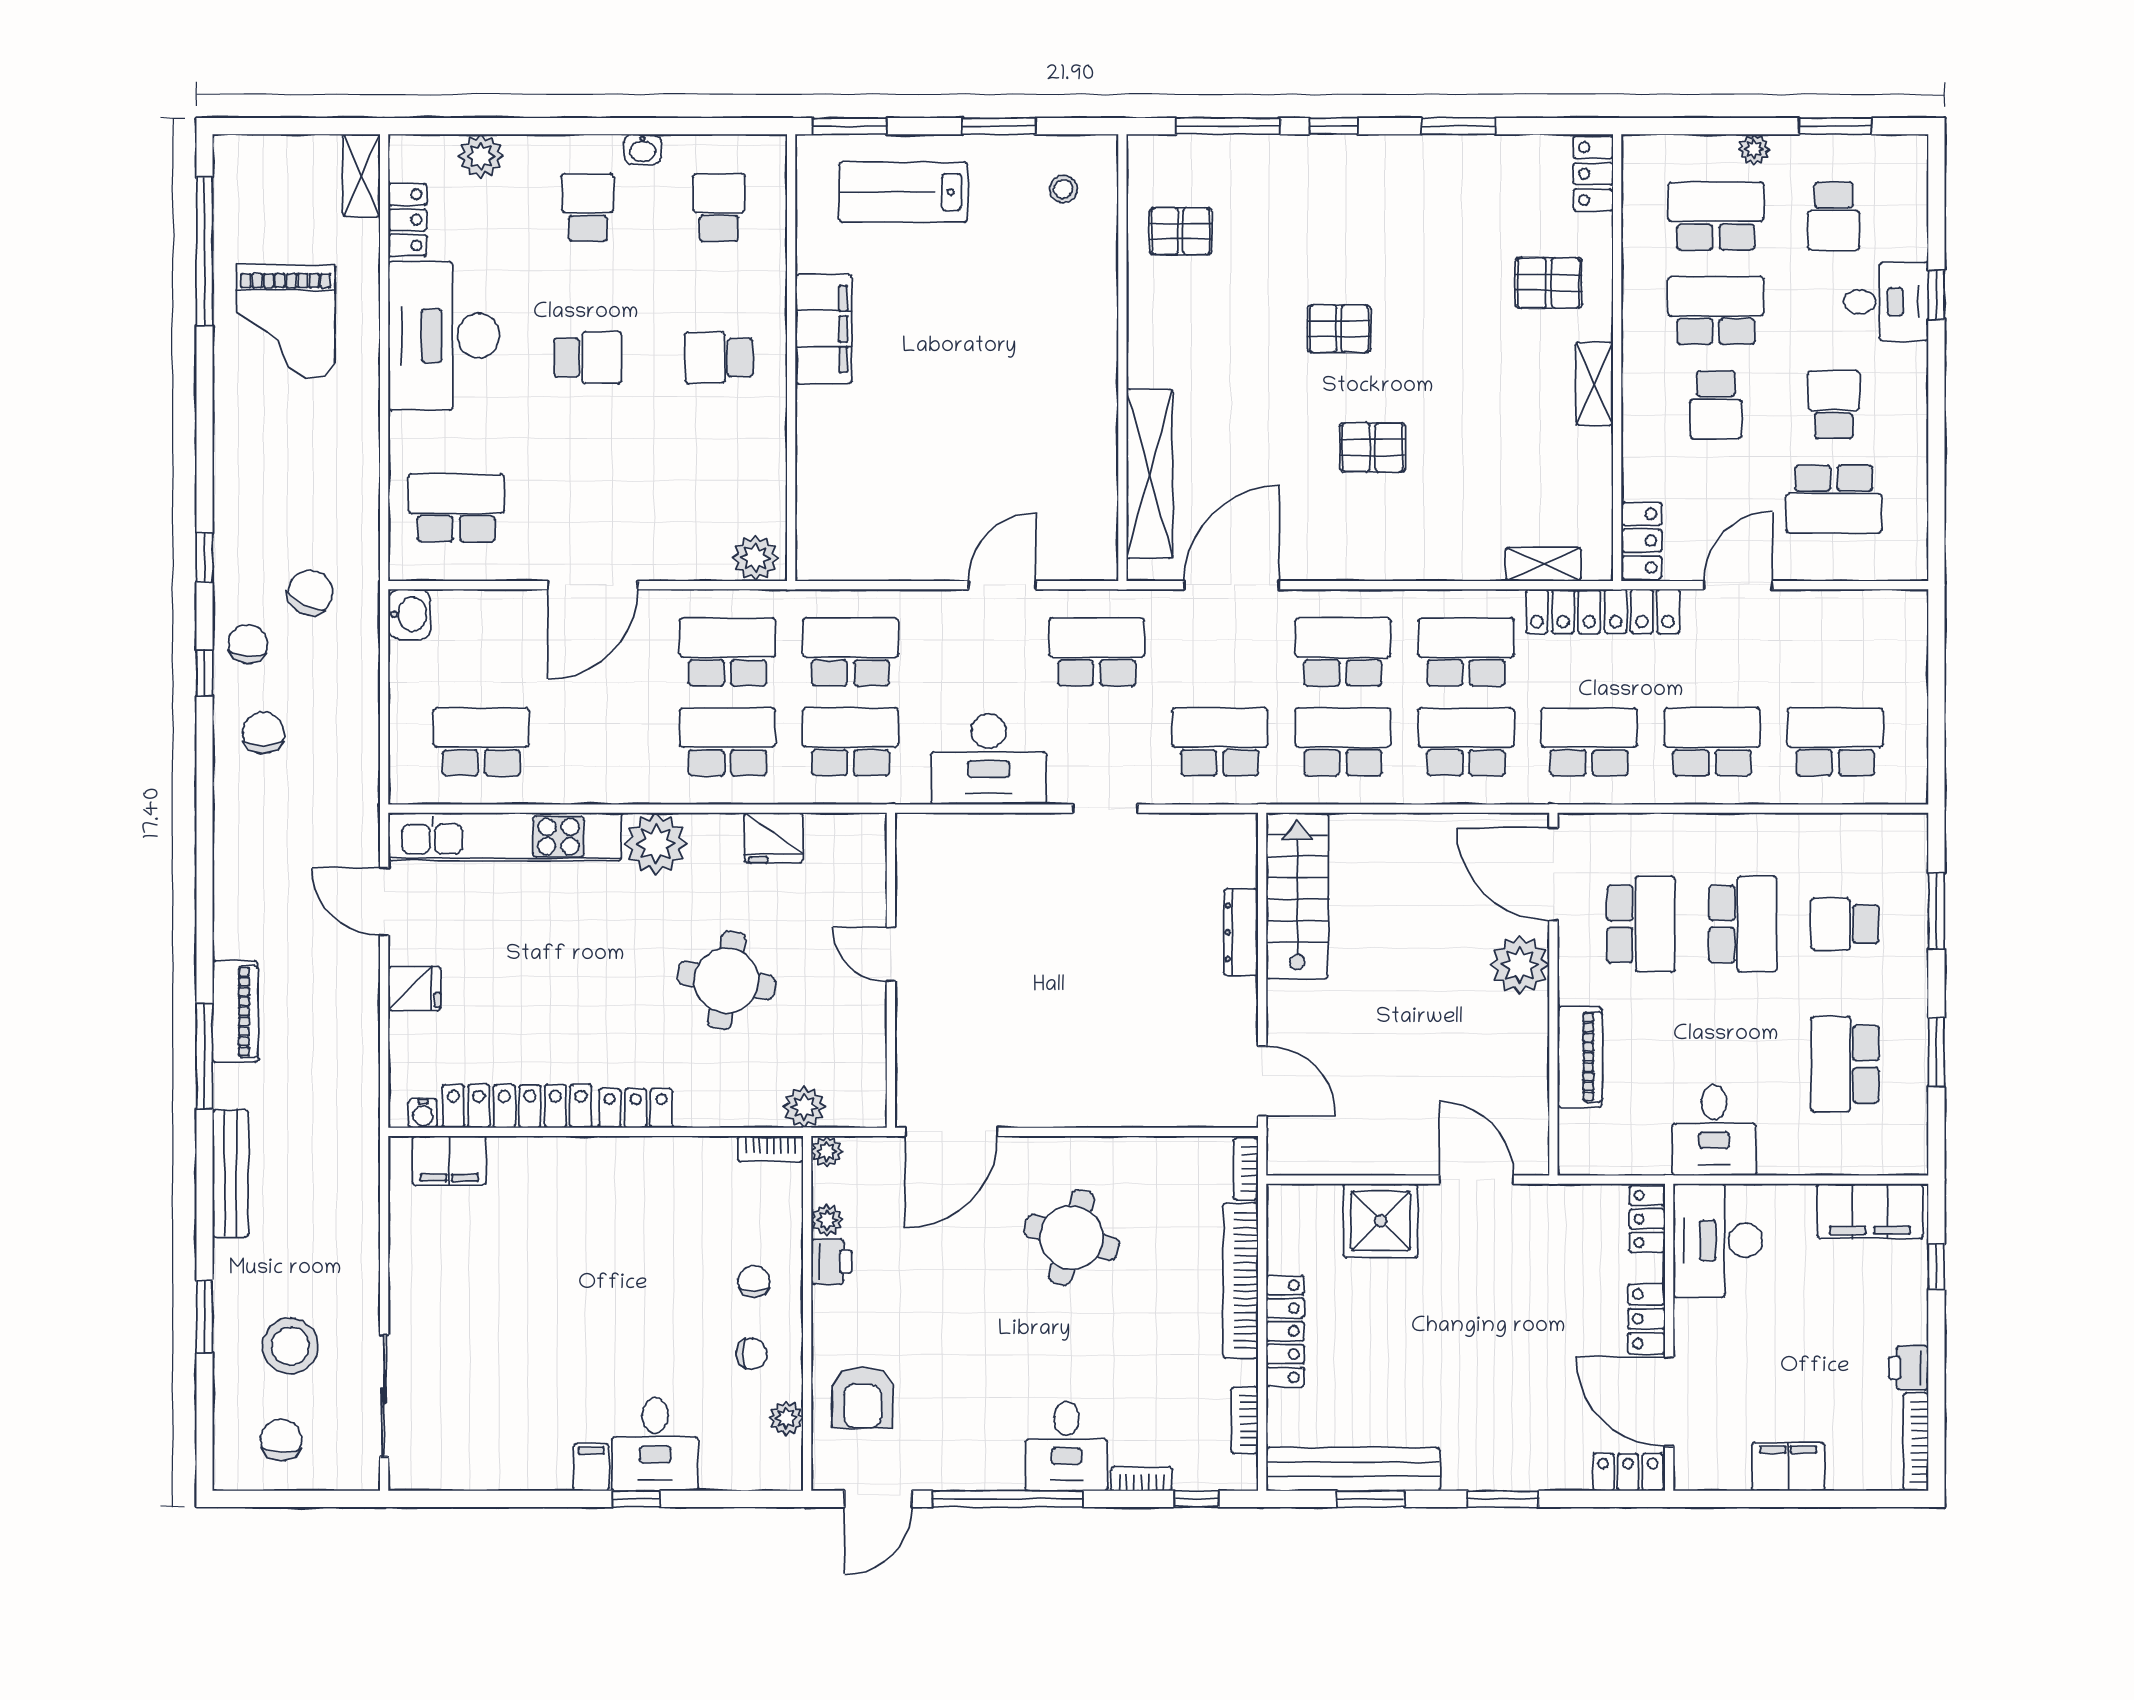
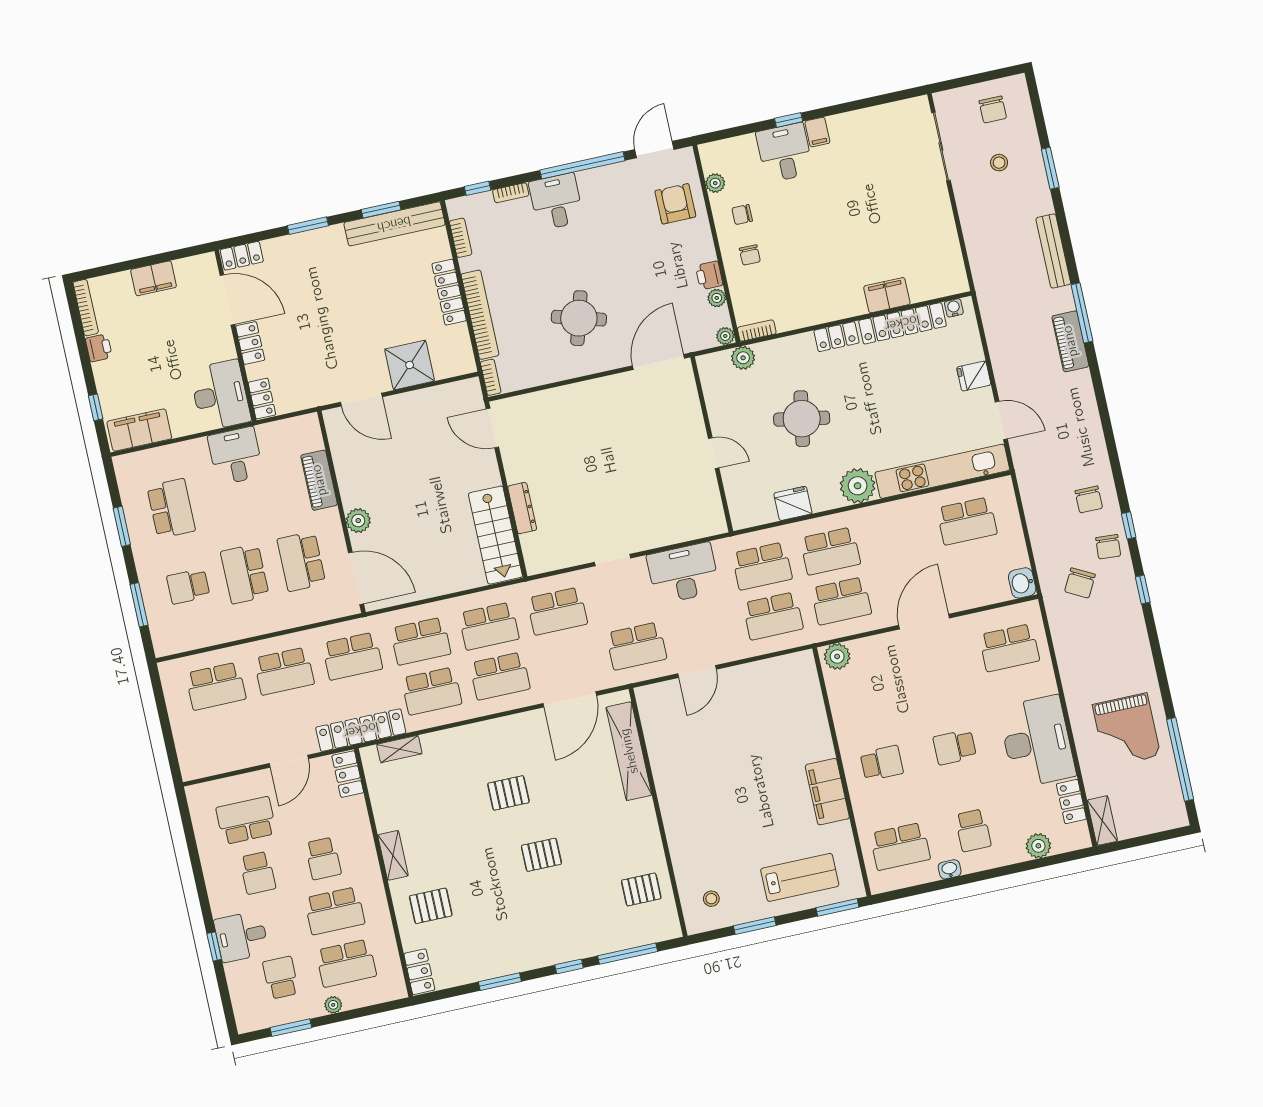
school desk: (719, 207) -> (900, 846), width x1.85
grand piano: (286, 322) -> (1126, 730), turned 180
school desk: (1716, 405) -> (323, 859), turned 180
school desk: (1845, 924) -> (188, 586), turned 180
plant: (1520, 965) -> (358, 521), width x0.73, depth x0.73
filing cabinet: (449, 1160) -> (887, 295), moved
stool: (290, 1346) -> (999, 163), width x0.53, depth x0.53

